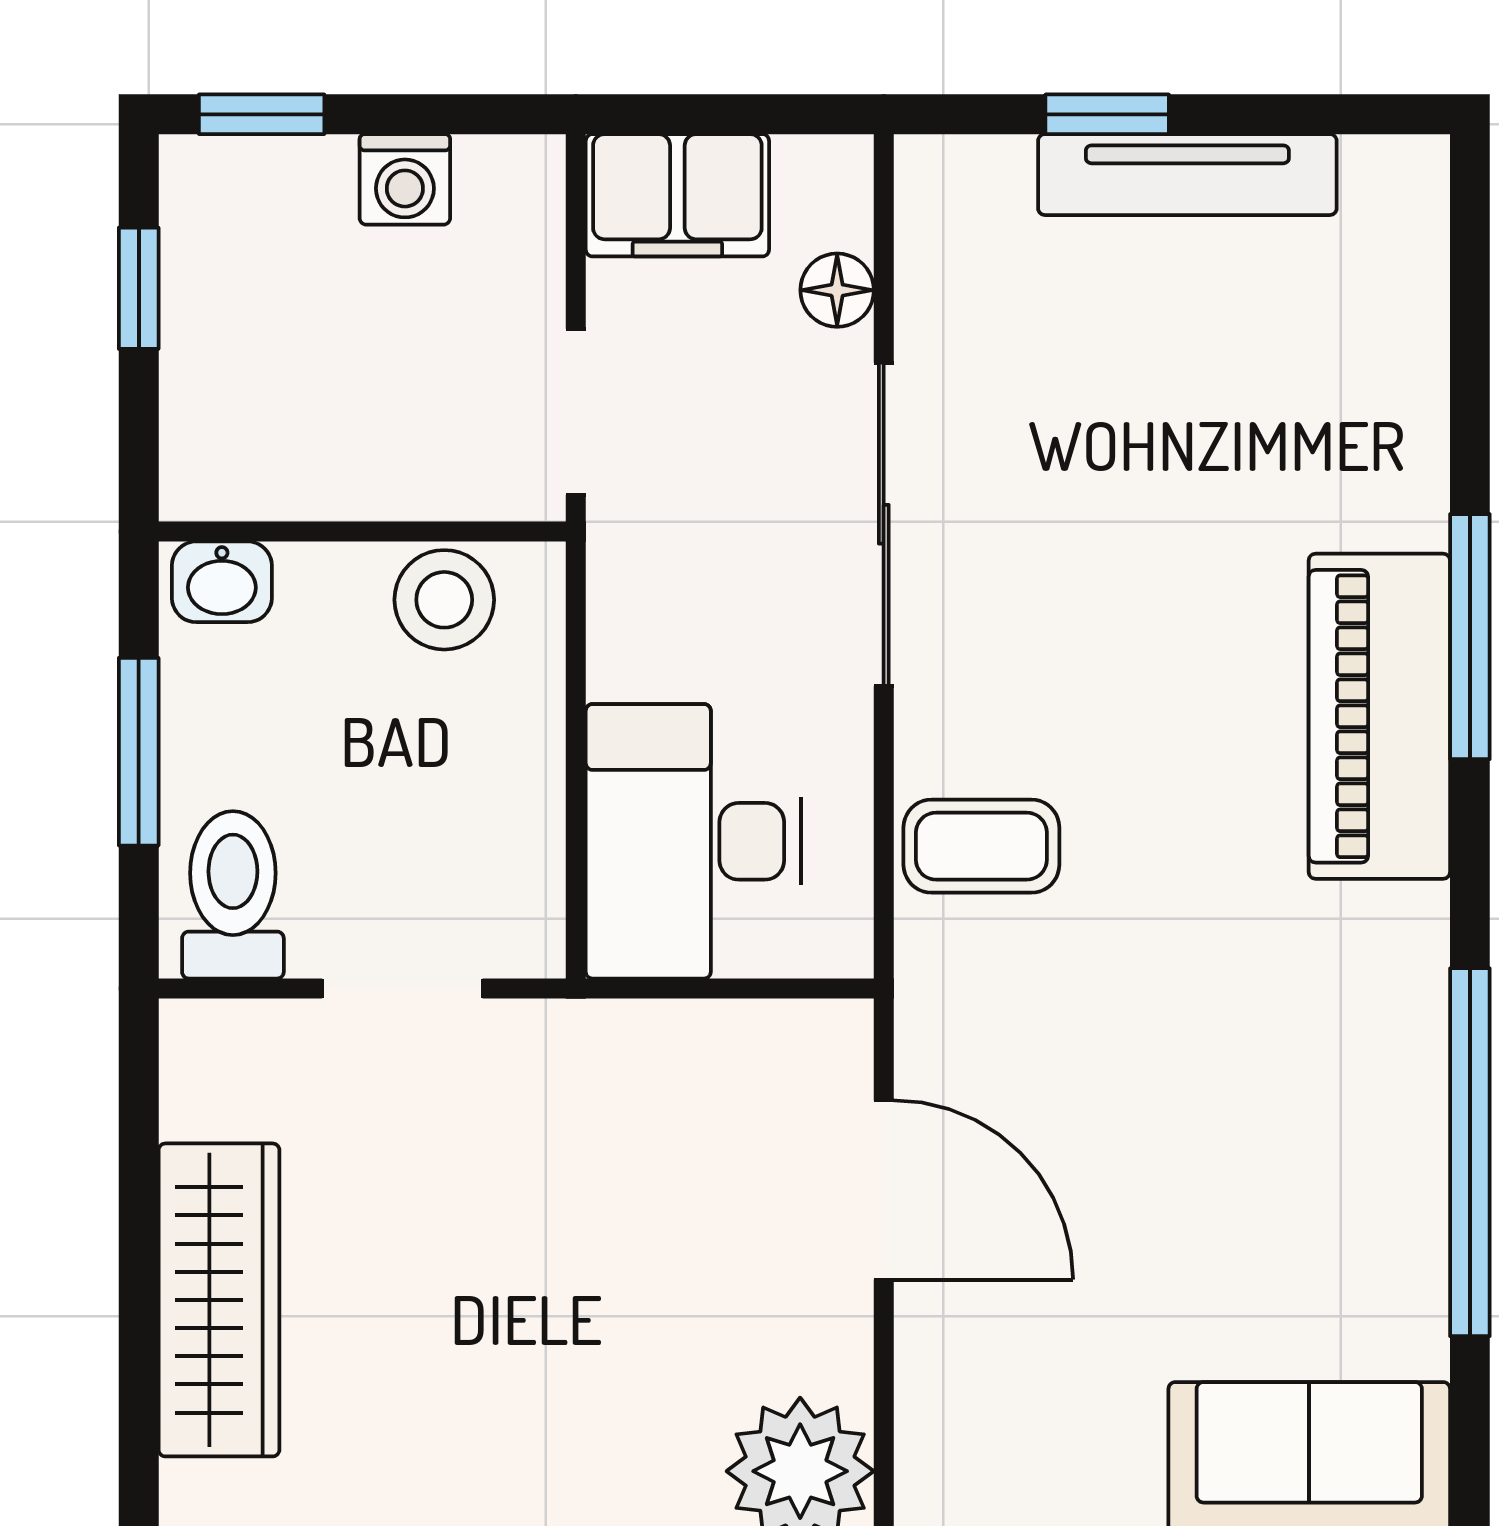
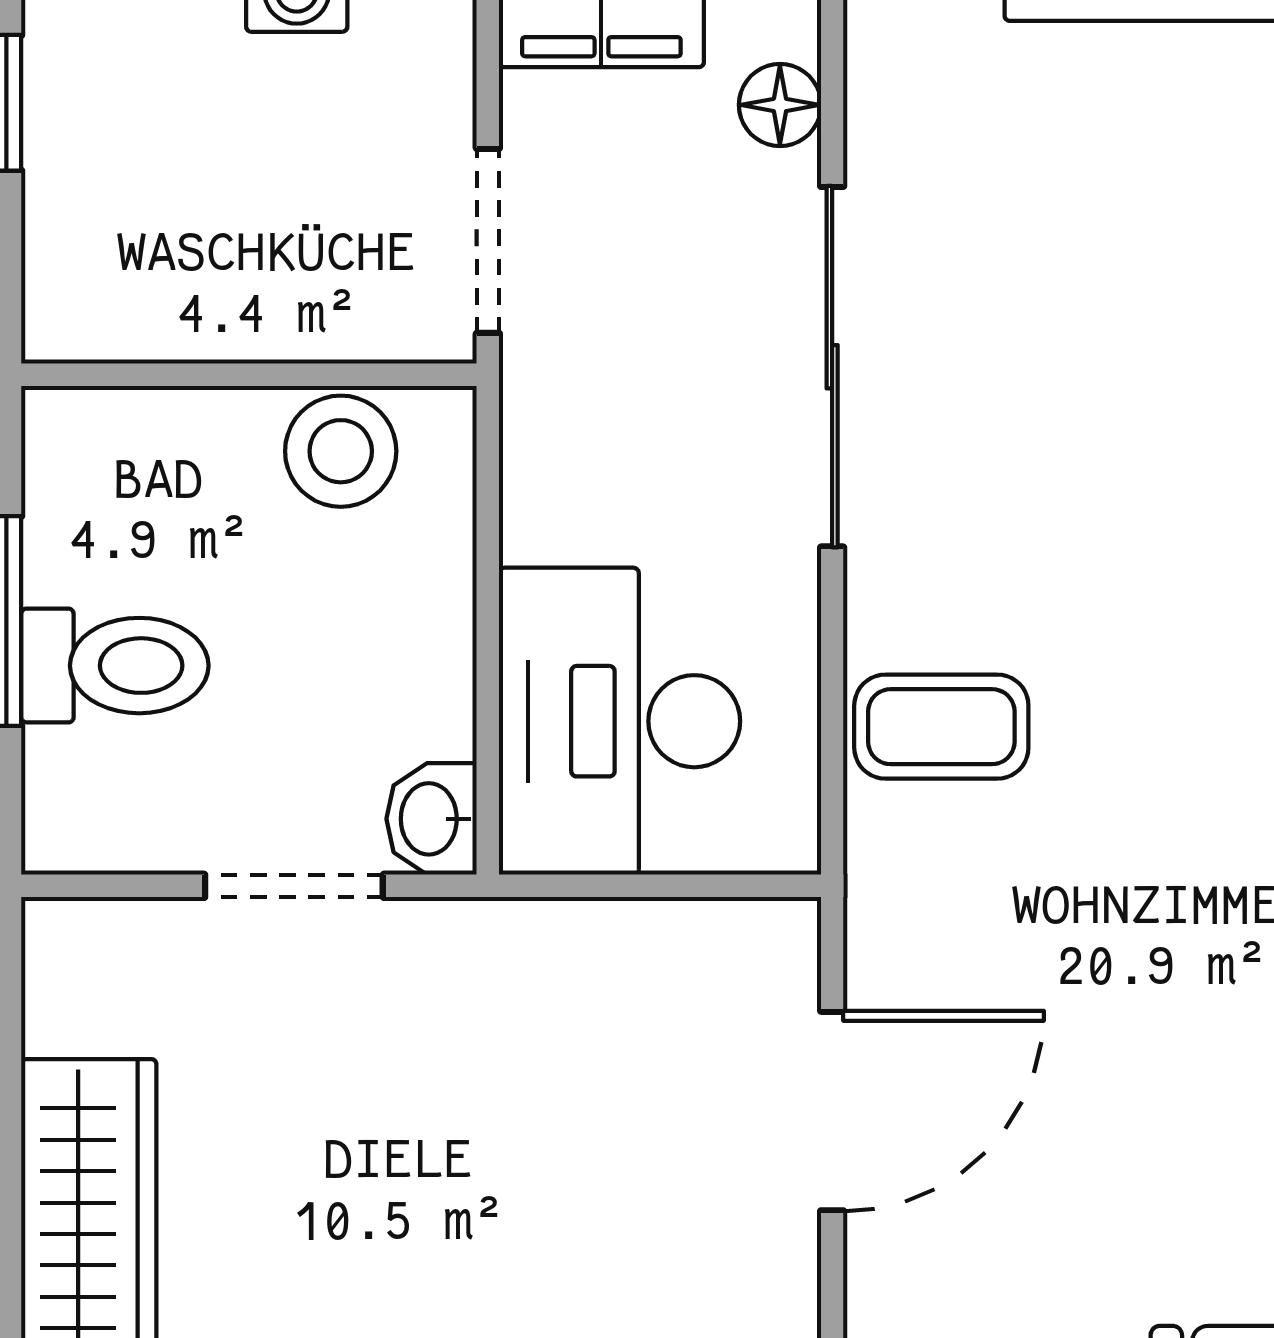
washbasin: (222, 582) -> (432, 819), moved, turned 90
toilet: (233, 895) -> (115, 666), moved, turned 90
door: (884, 1190) -> (832, 1111), hinge flipped

